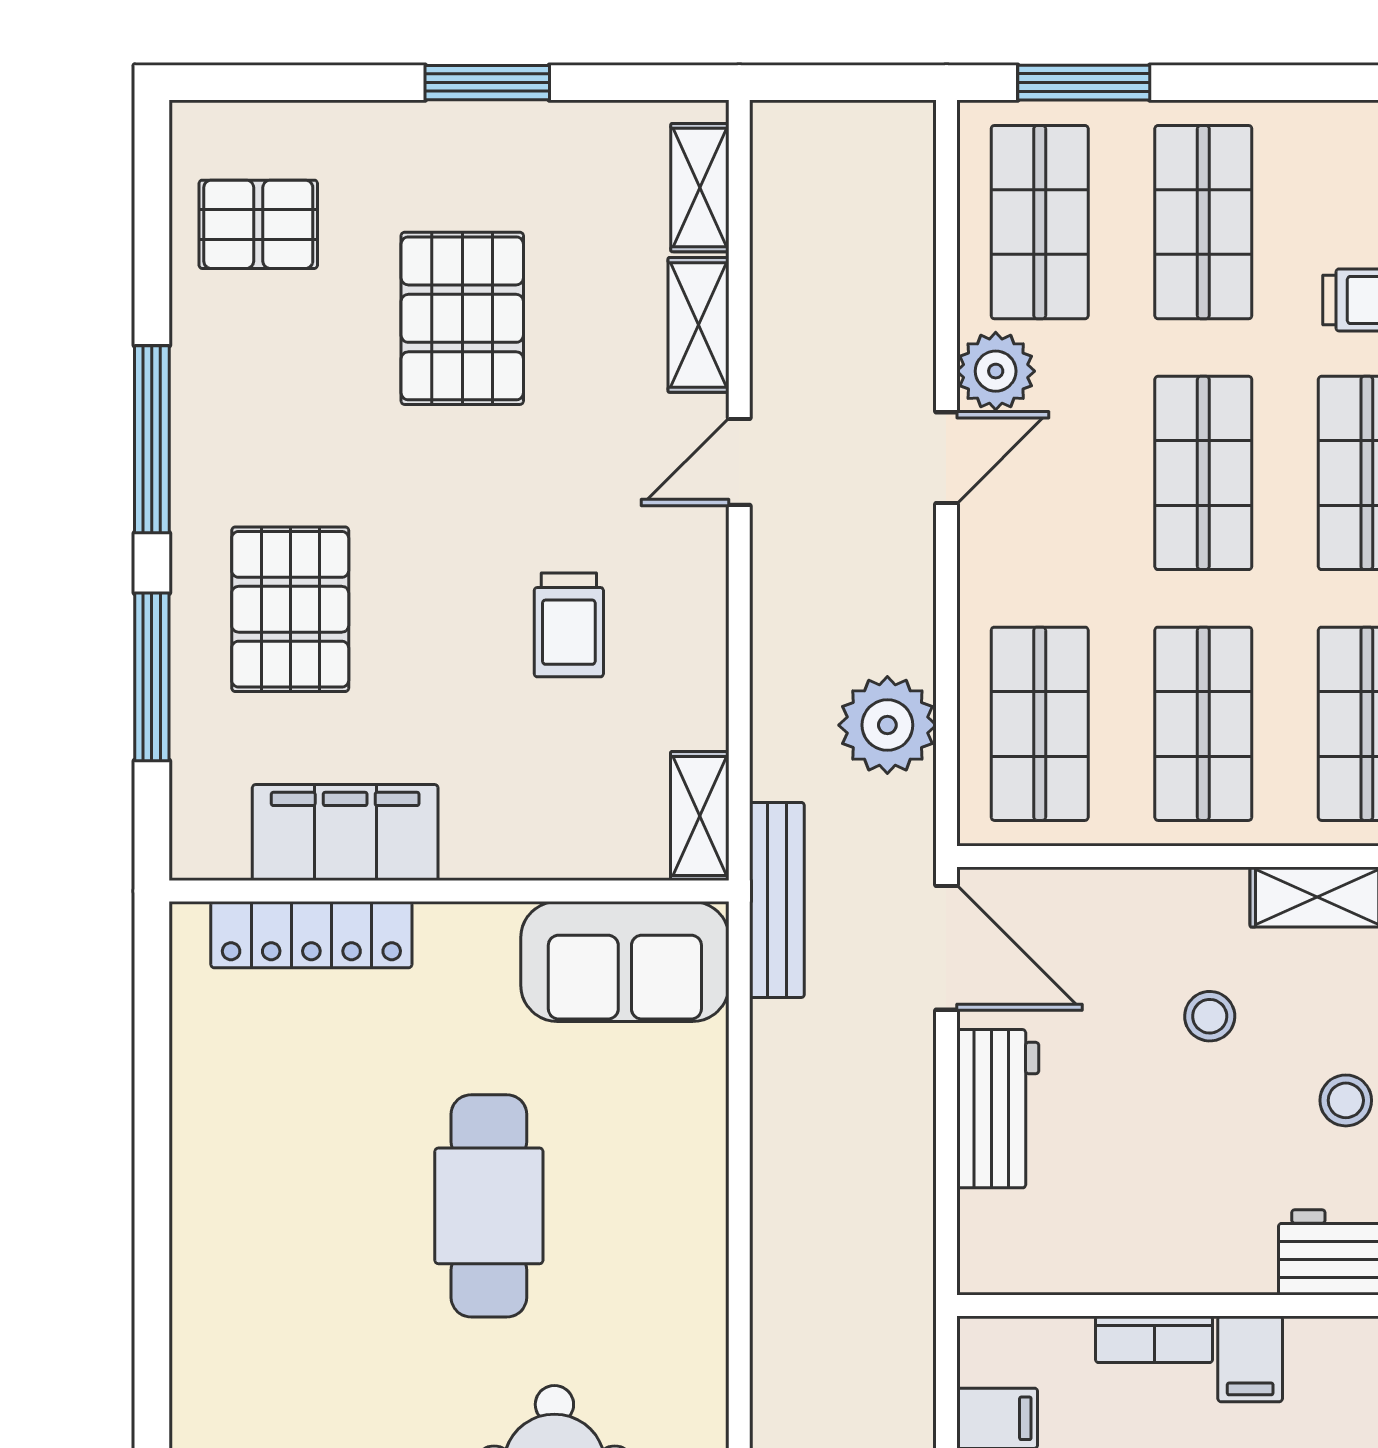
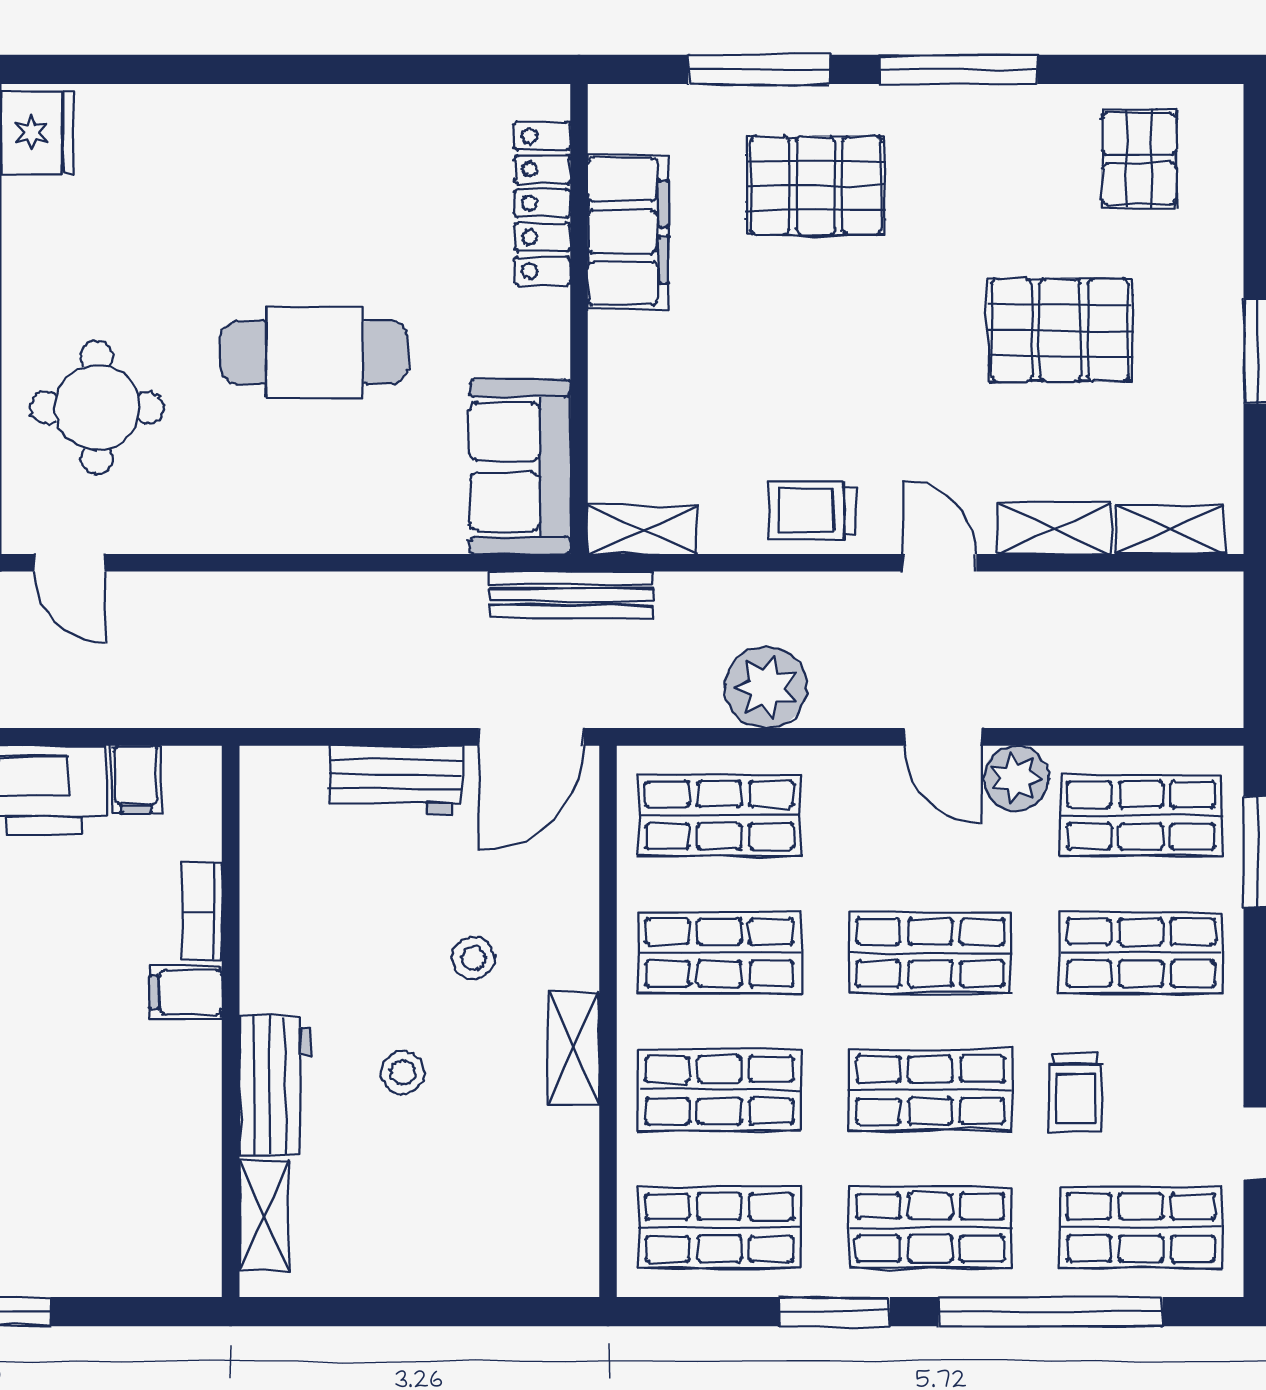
trolley: (569, 625) -> (812, 510), moved
plant: (887, 725) -> (766, 687), moved

